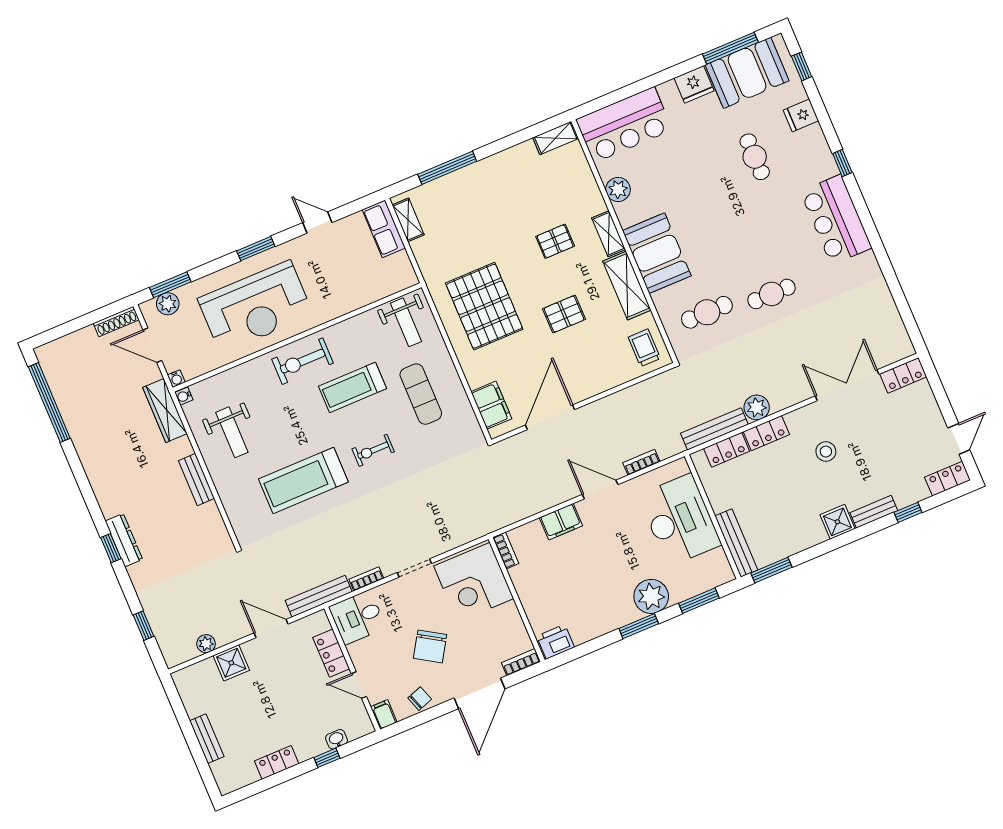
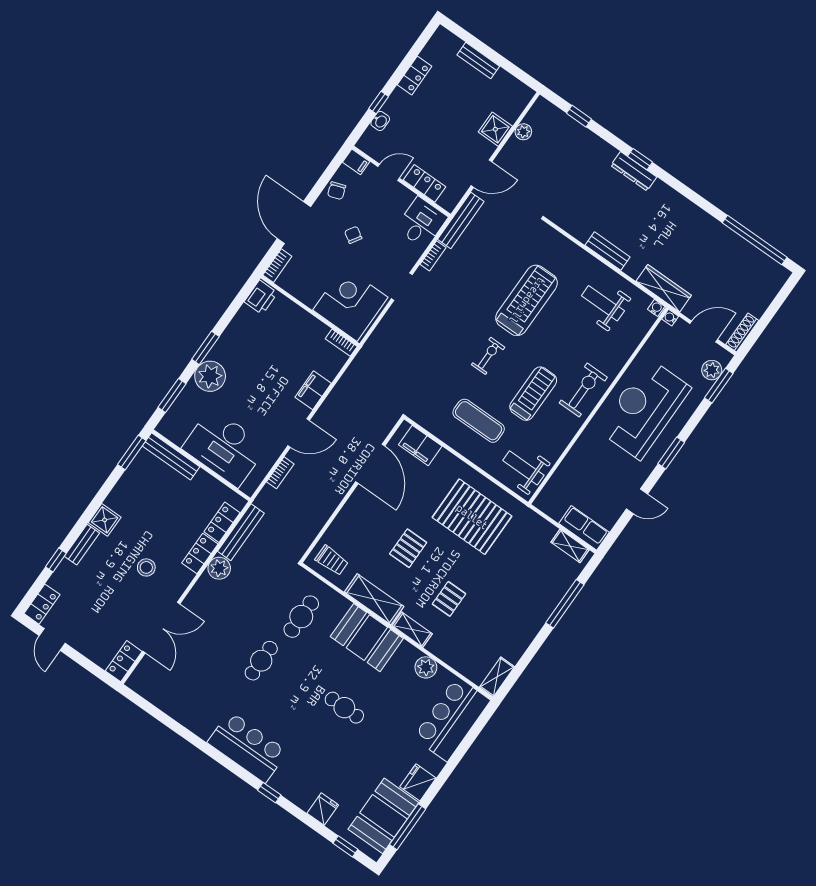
cafe table: (755, 157) -> (344, 708), moved
chair: (430, 646) -> (353, 235), width x0.54, depth x0.54

